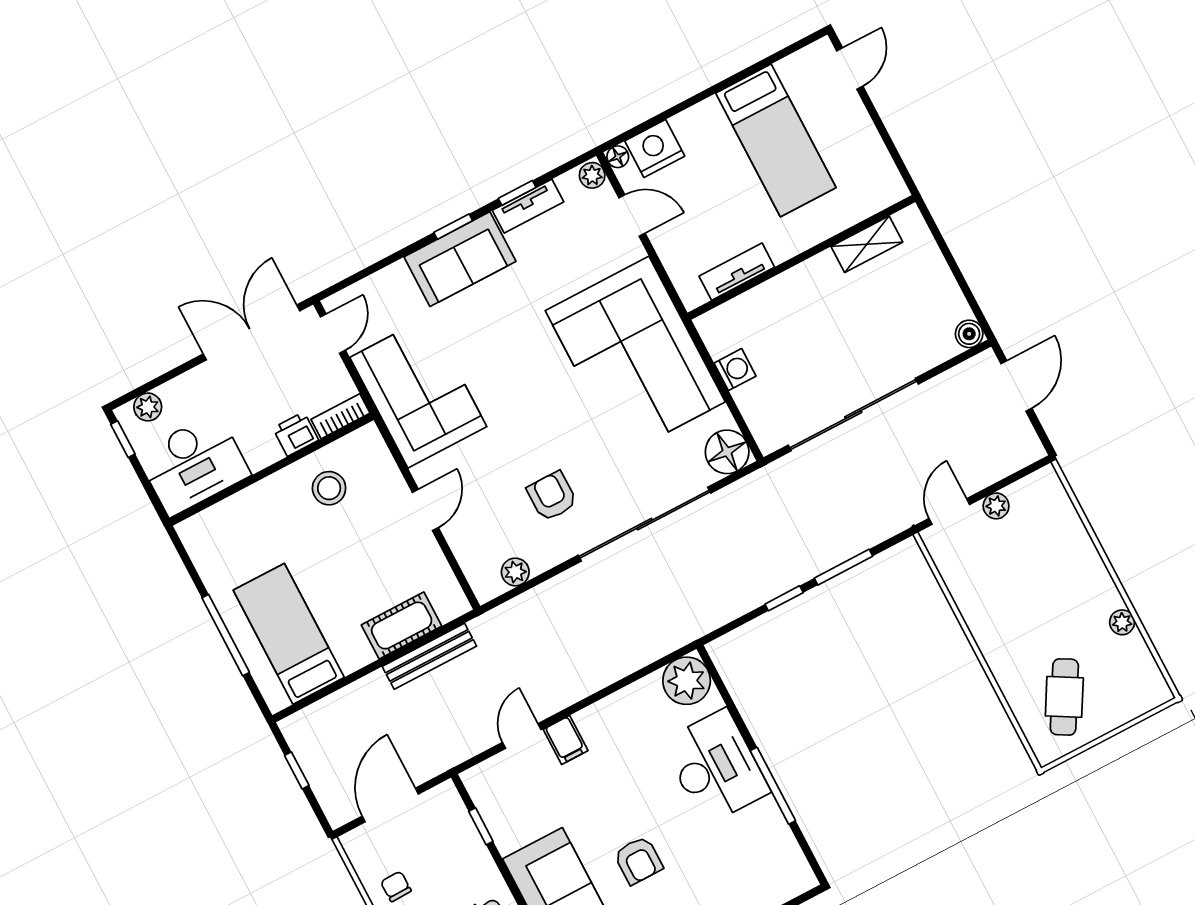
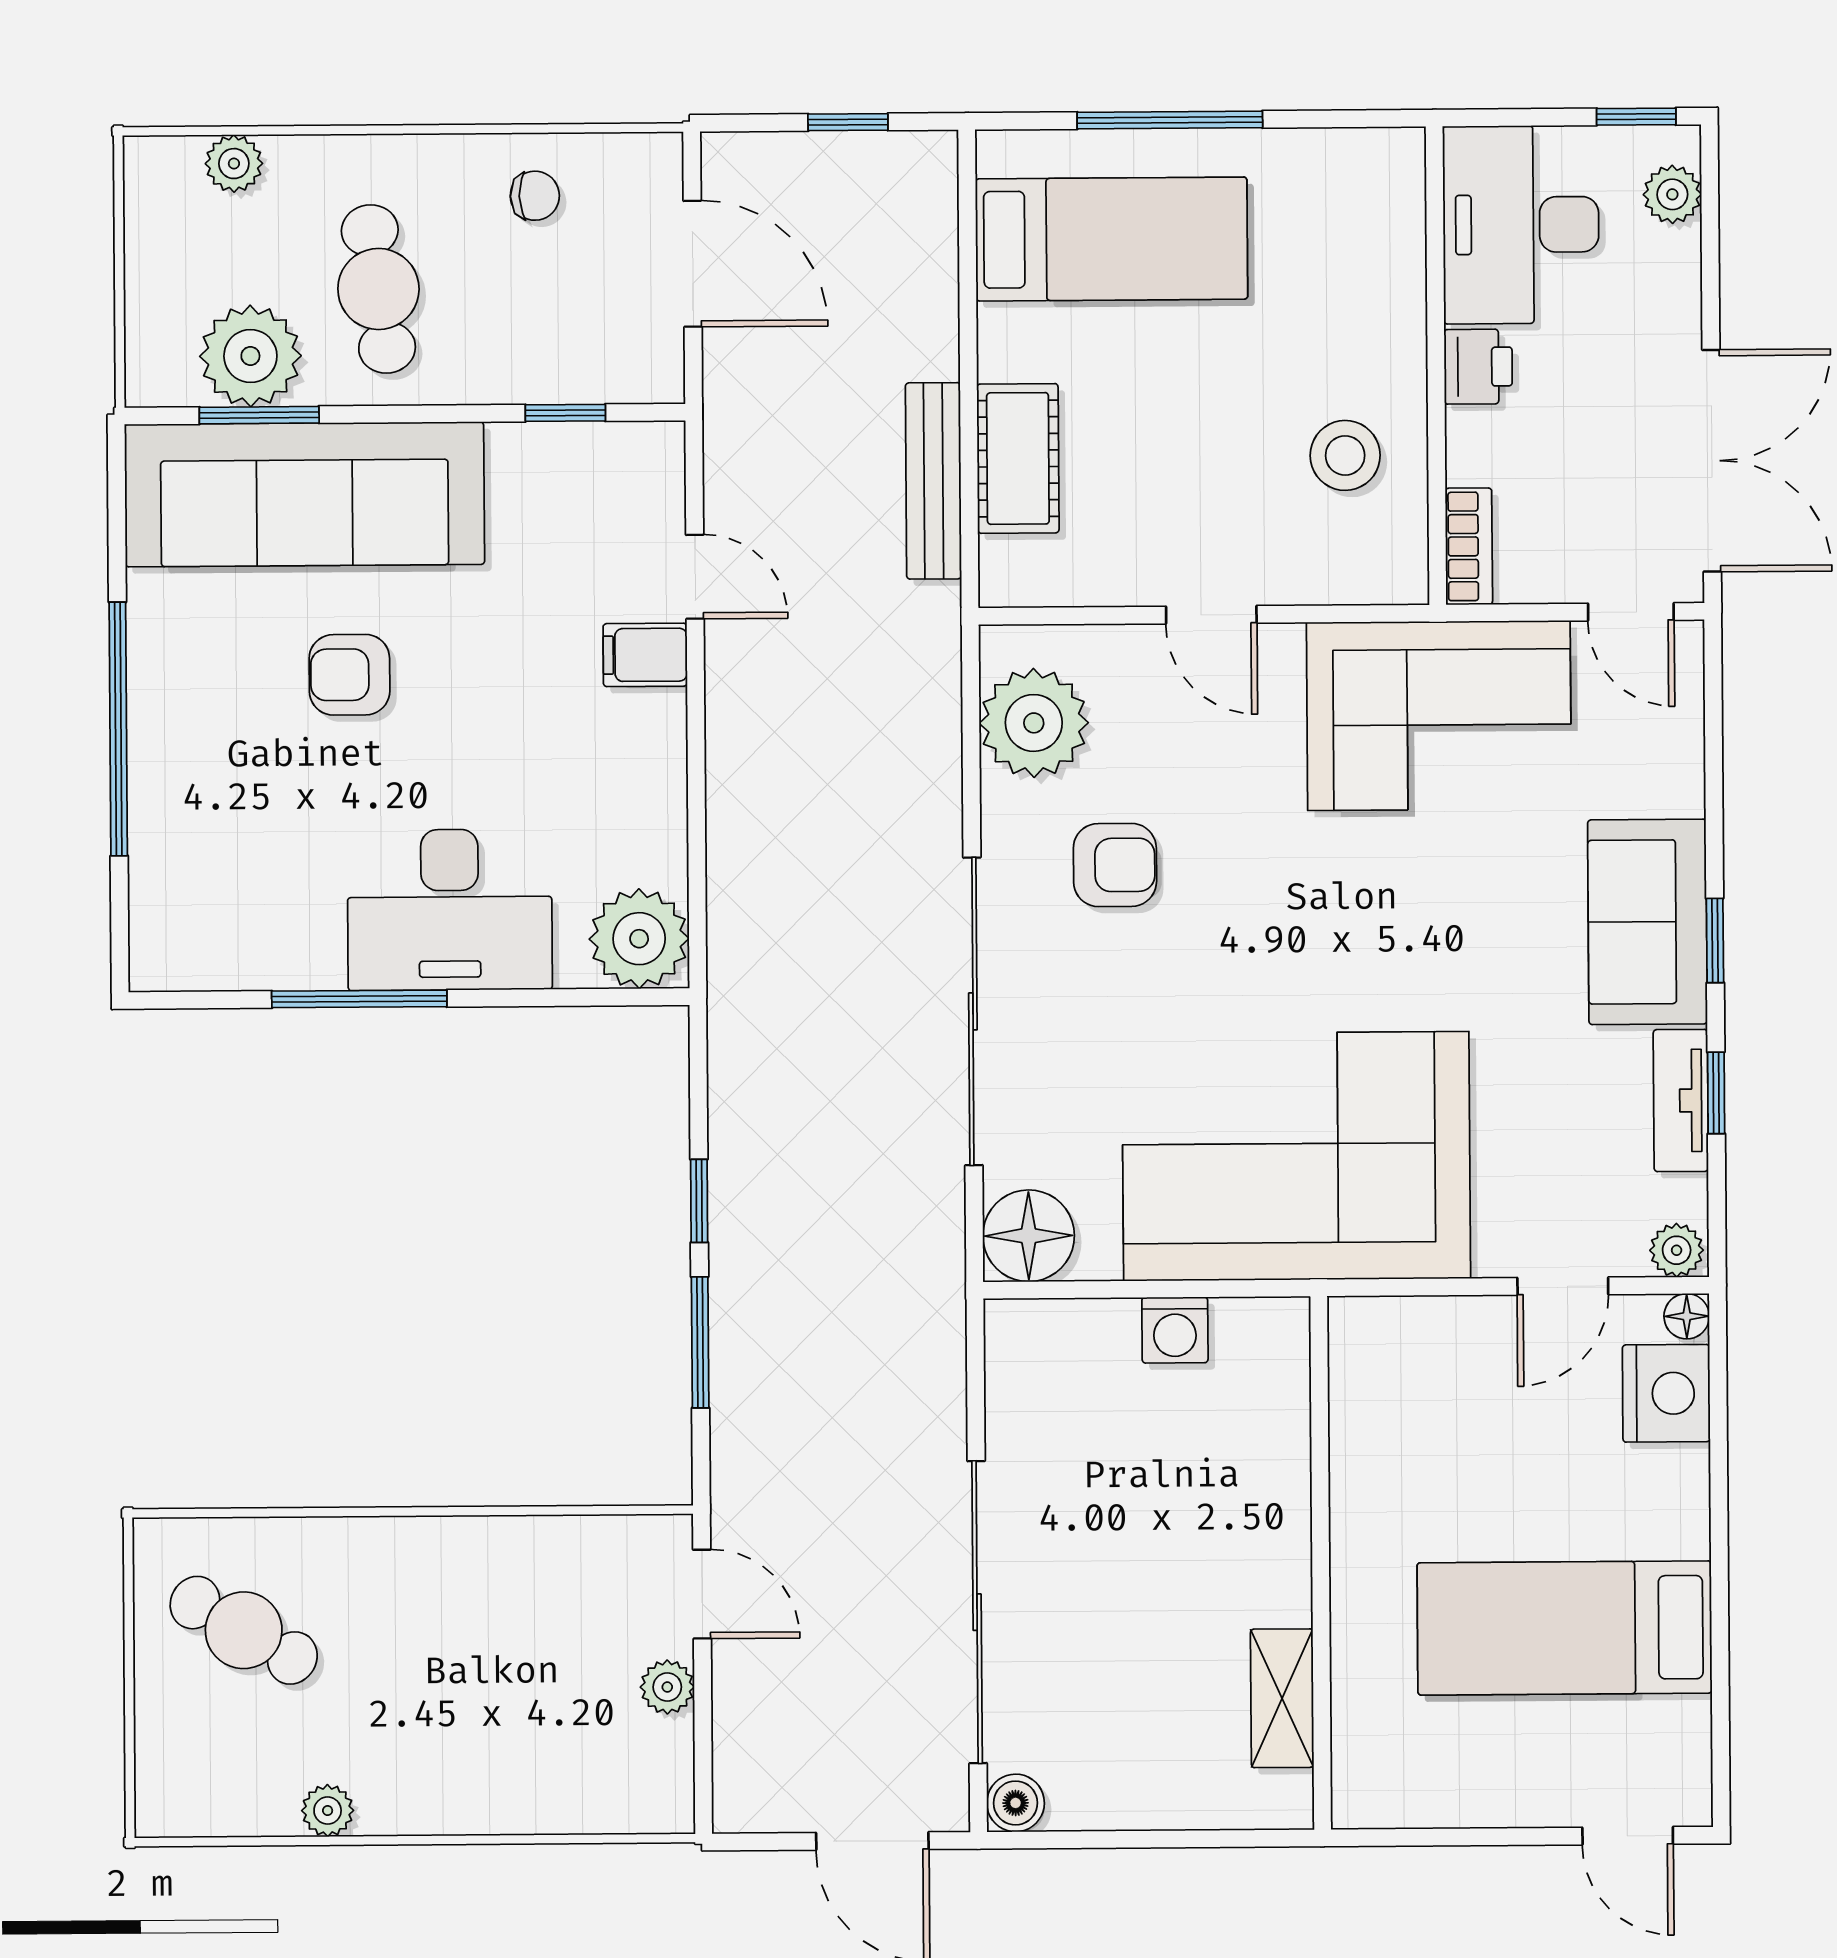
tv unit: (737, 272) -> (1357, 1428), removed
sliding door: (853, 415) -> (977, 1612), moved
printer: (296, 434) -> (1478, 367), moved
plant: (515, 572) -> (1034, 723), width x1.88, depth x1.88

